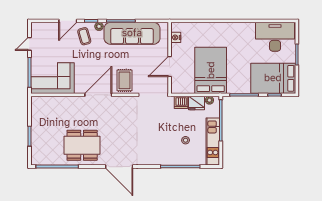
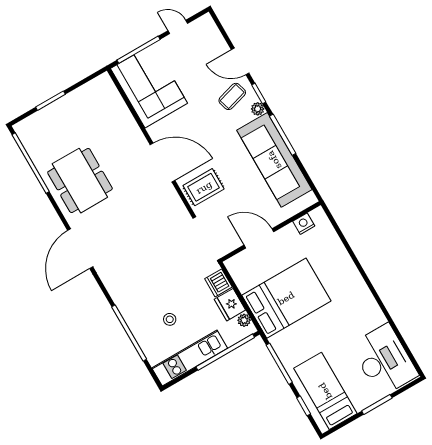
bed: (273, 78) -> (325, 391), width x0.67

